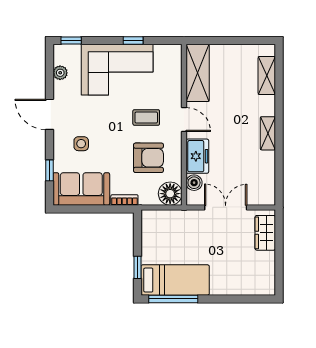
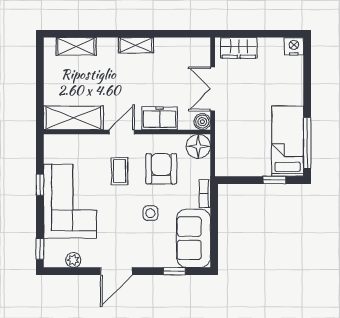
side table: (81, 144) -> (150, 213), moved
boiler: (194, 183) -> (202, 122), moved
nightstand: (267, 286) -> (294, 46), added

